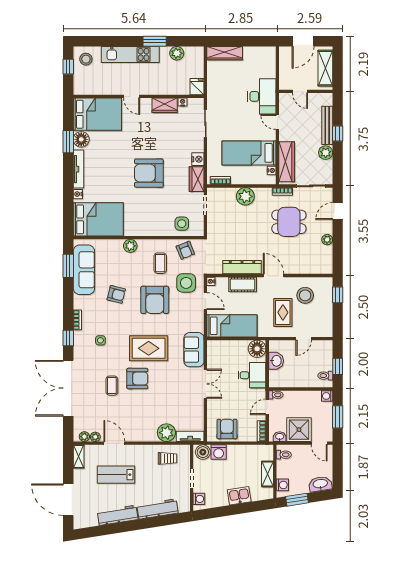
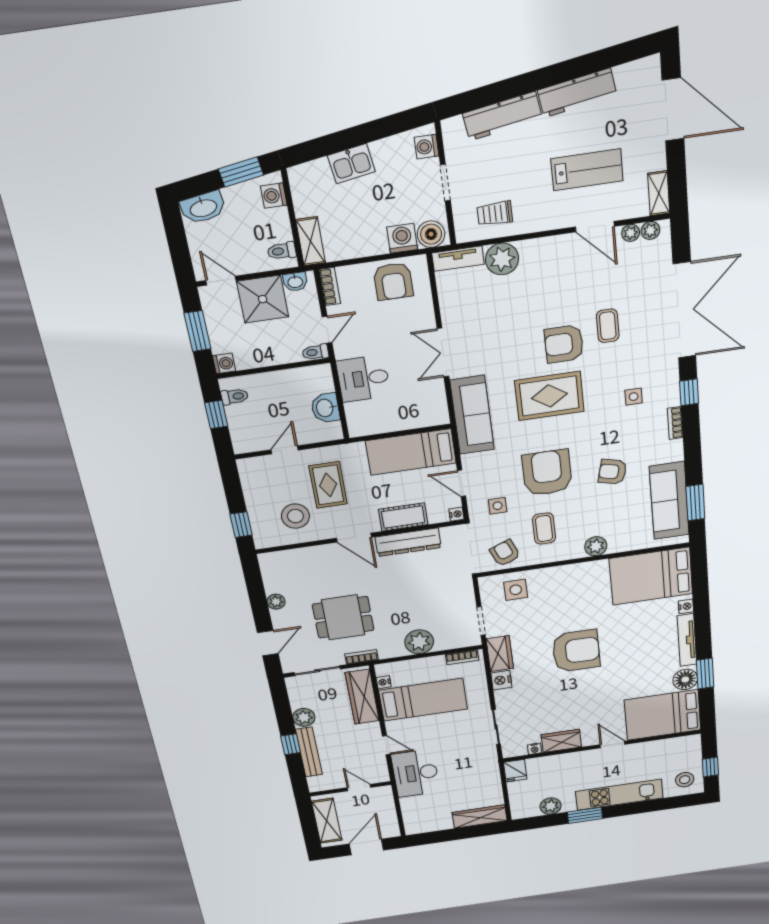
side table: (186, 283) -> (498, 506), width x0.54, depth x0.54
floor lamp: (257, 349) -> (362, 422), removed
sofa: (194, 350) -> (472, 415), width x1.36
shelving: (267, 474) -> (311, 241), moved

